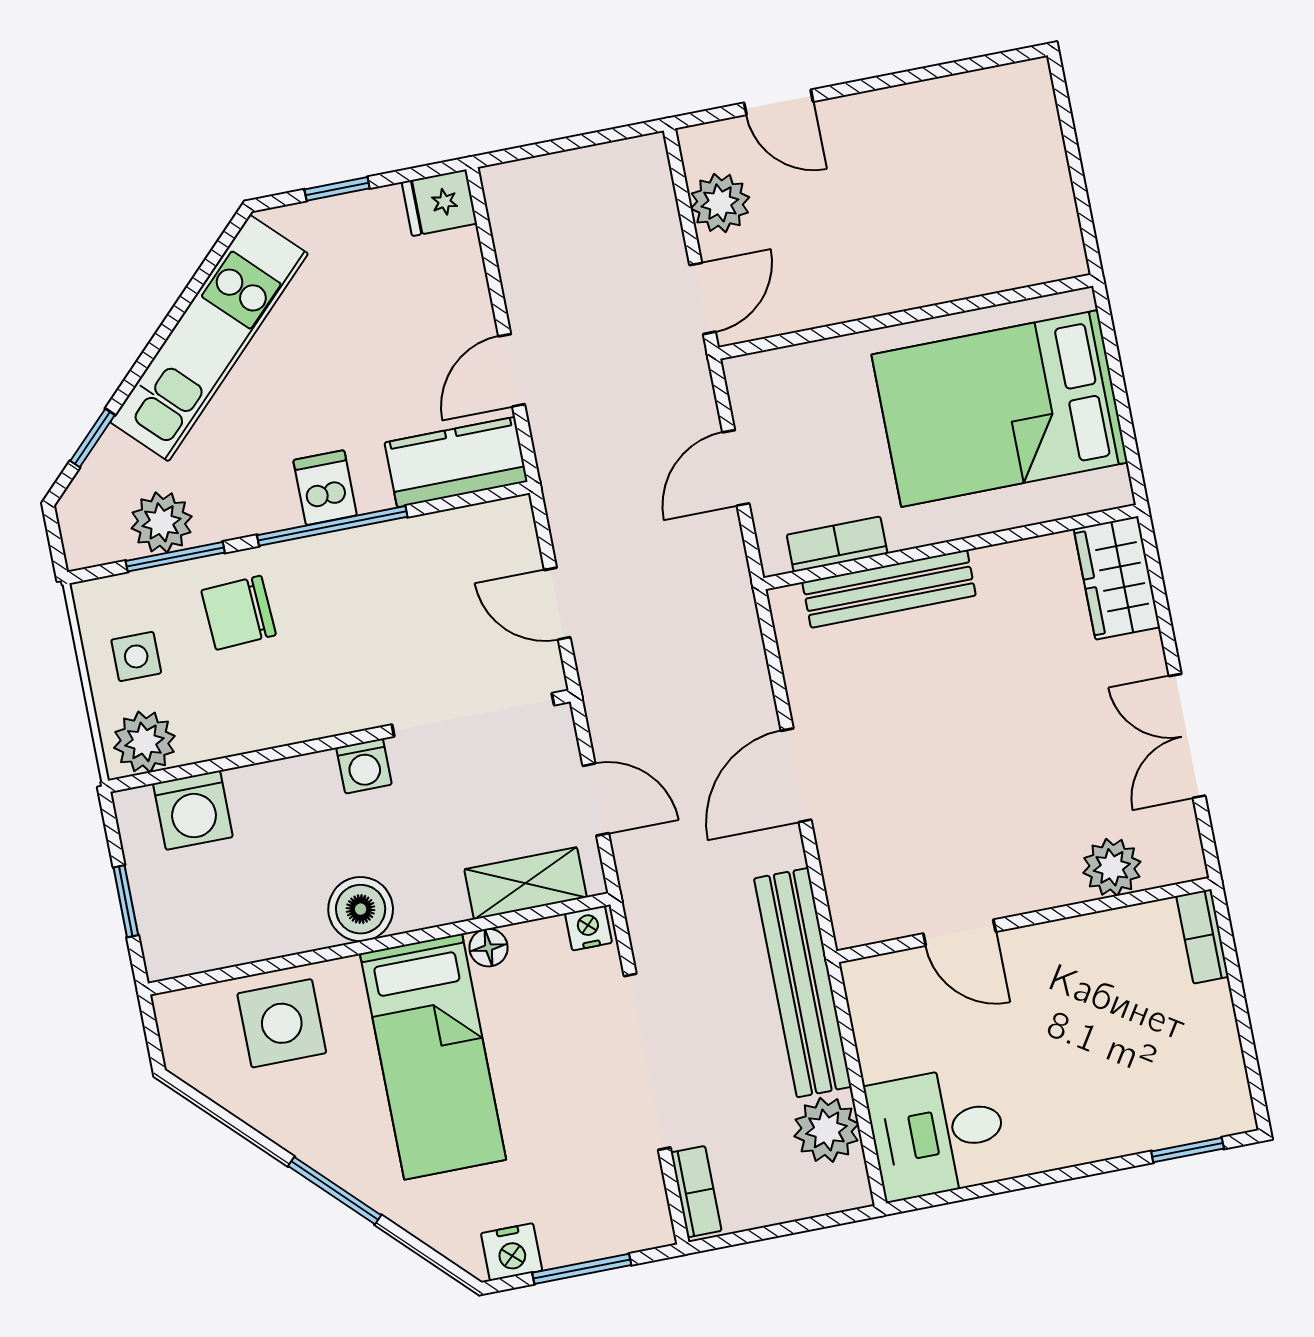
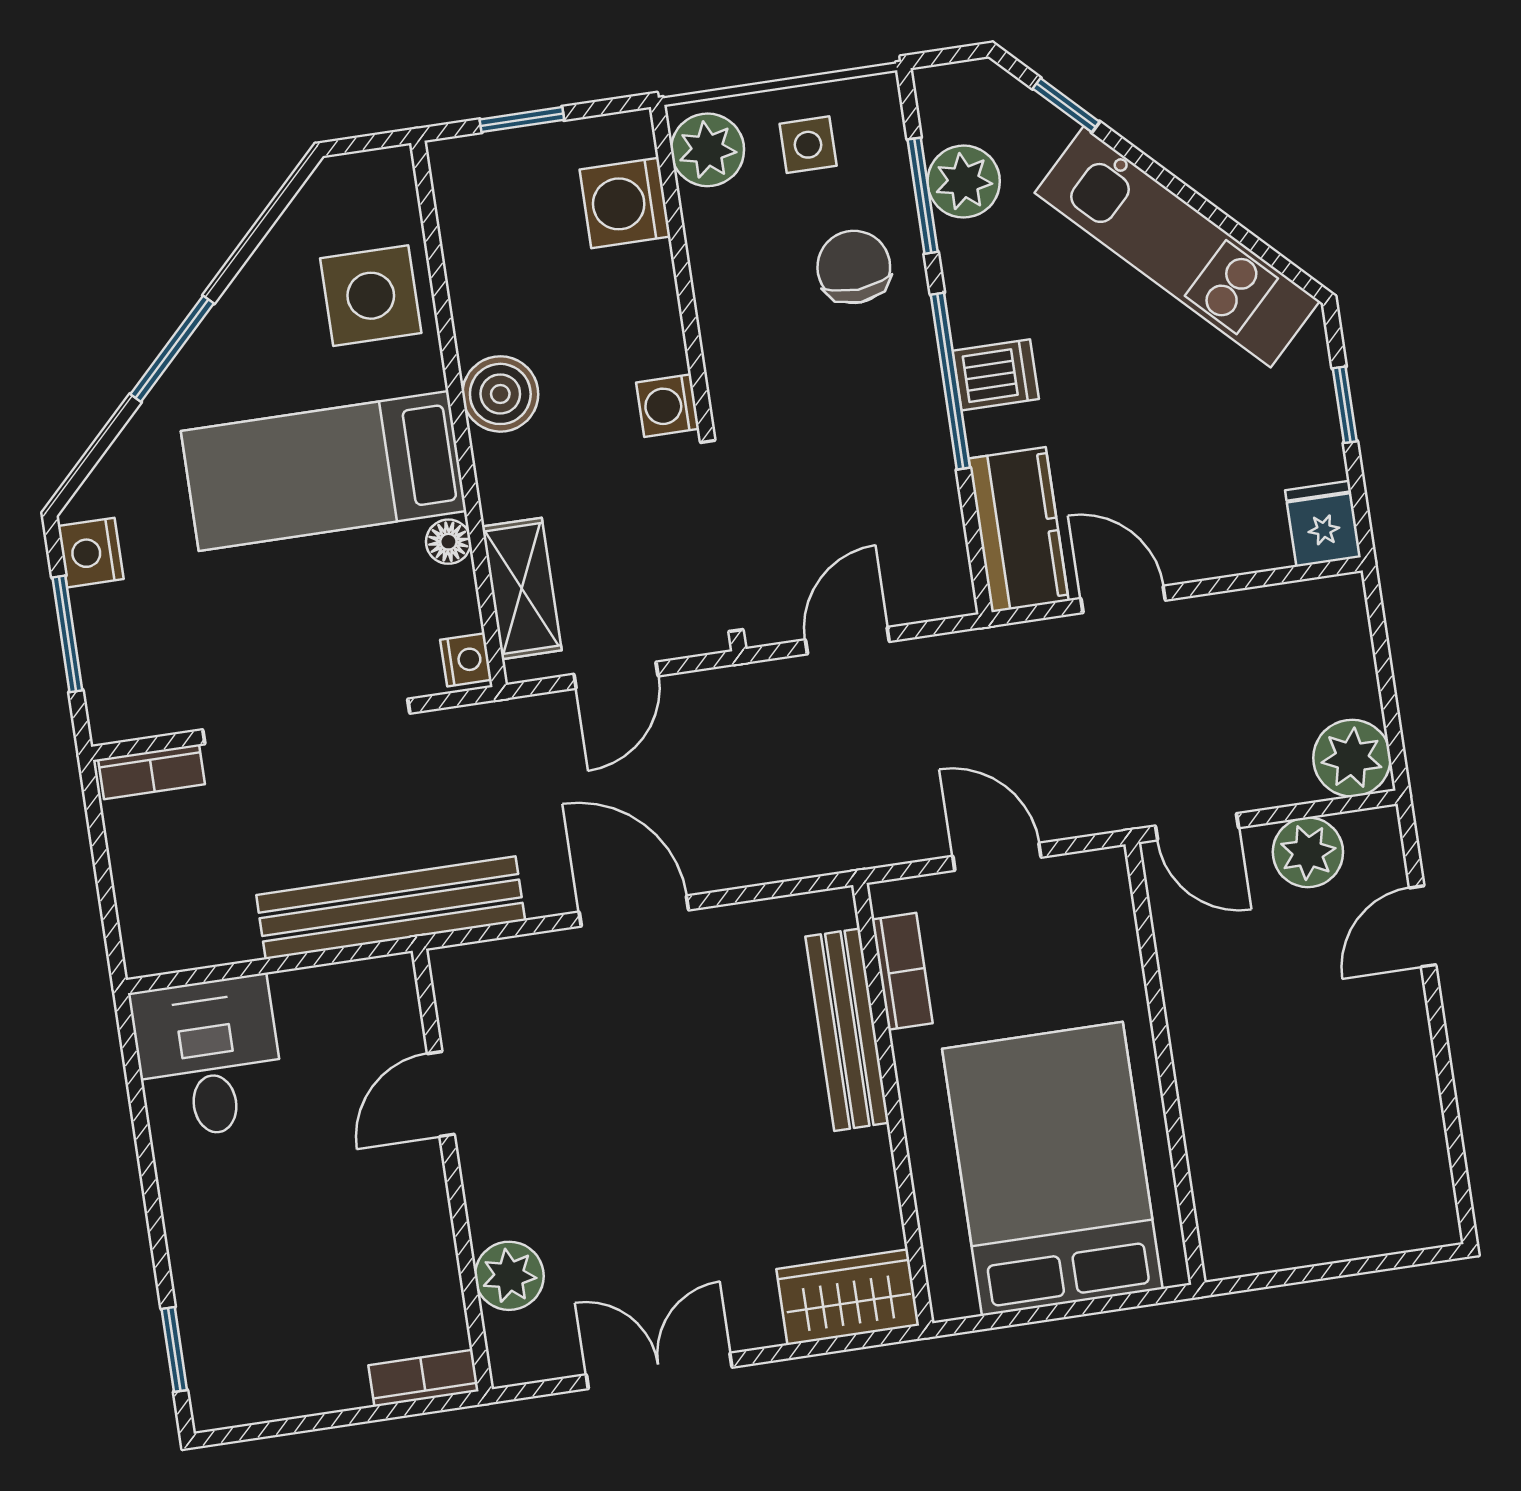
plant: (827, 1130) -> (1352, 758), moved

